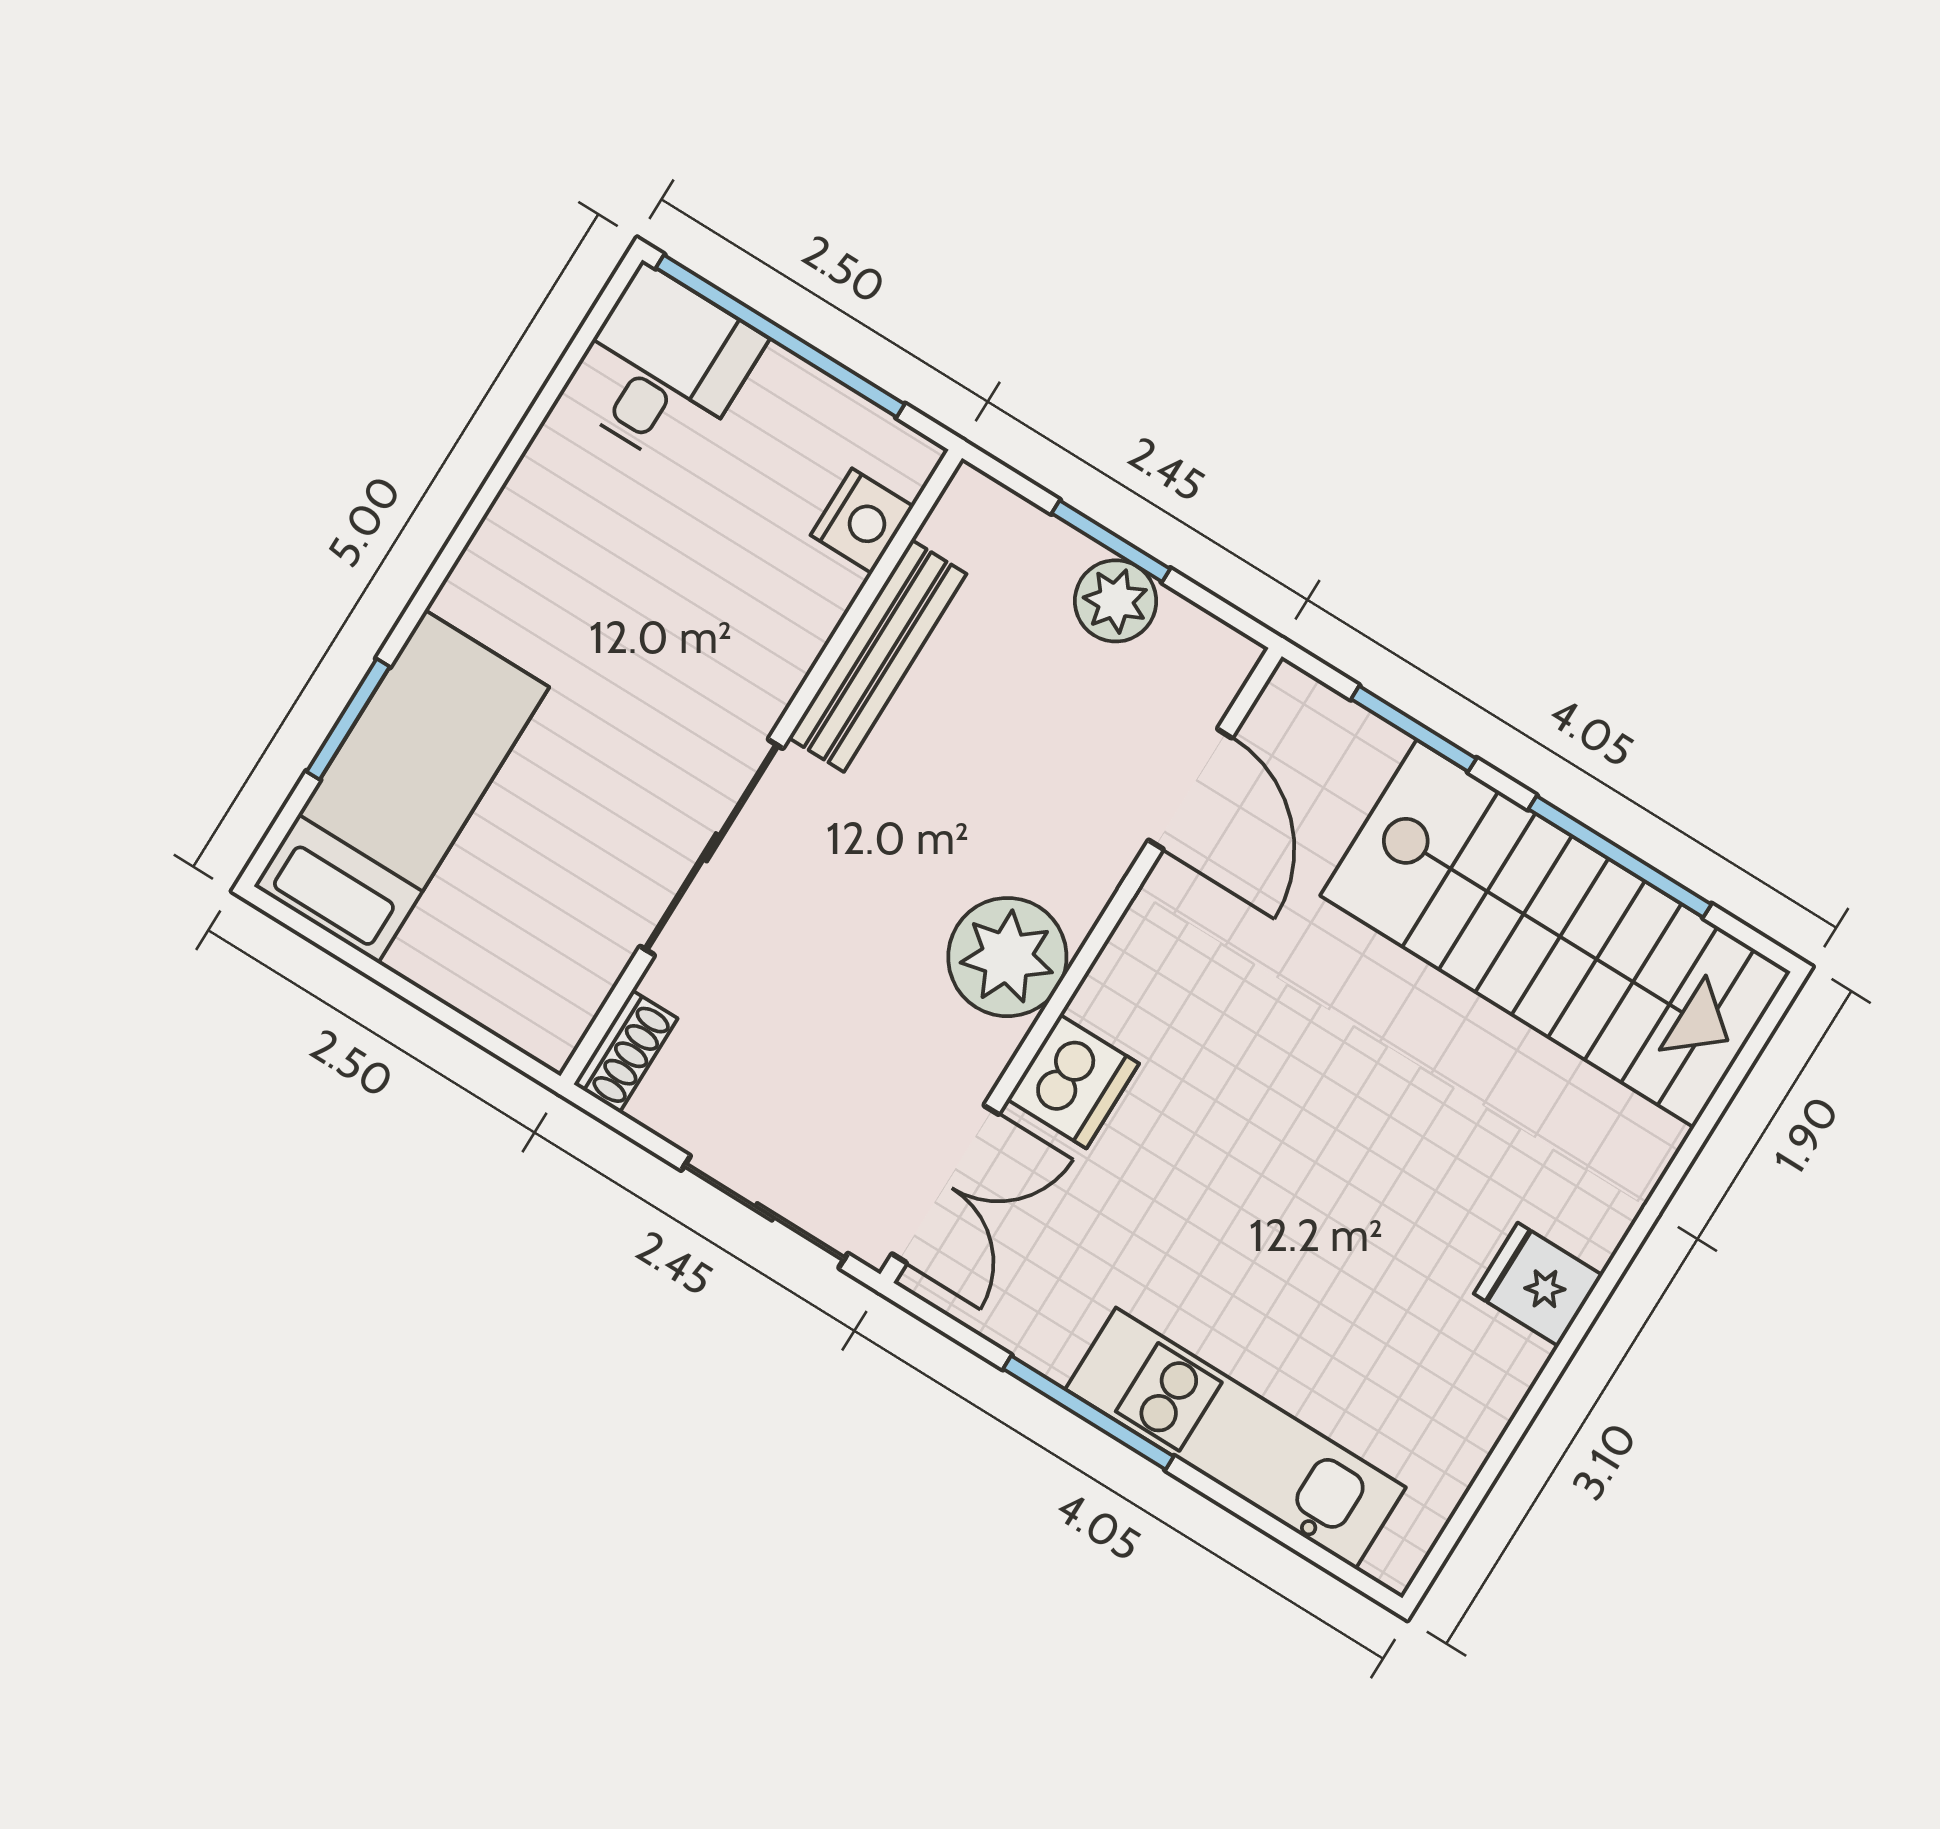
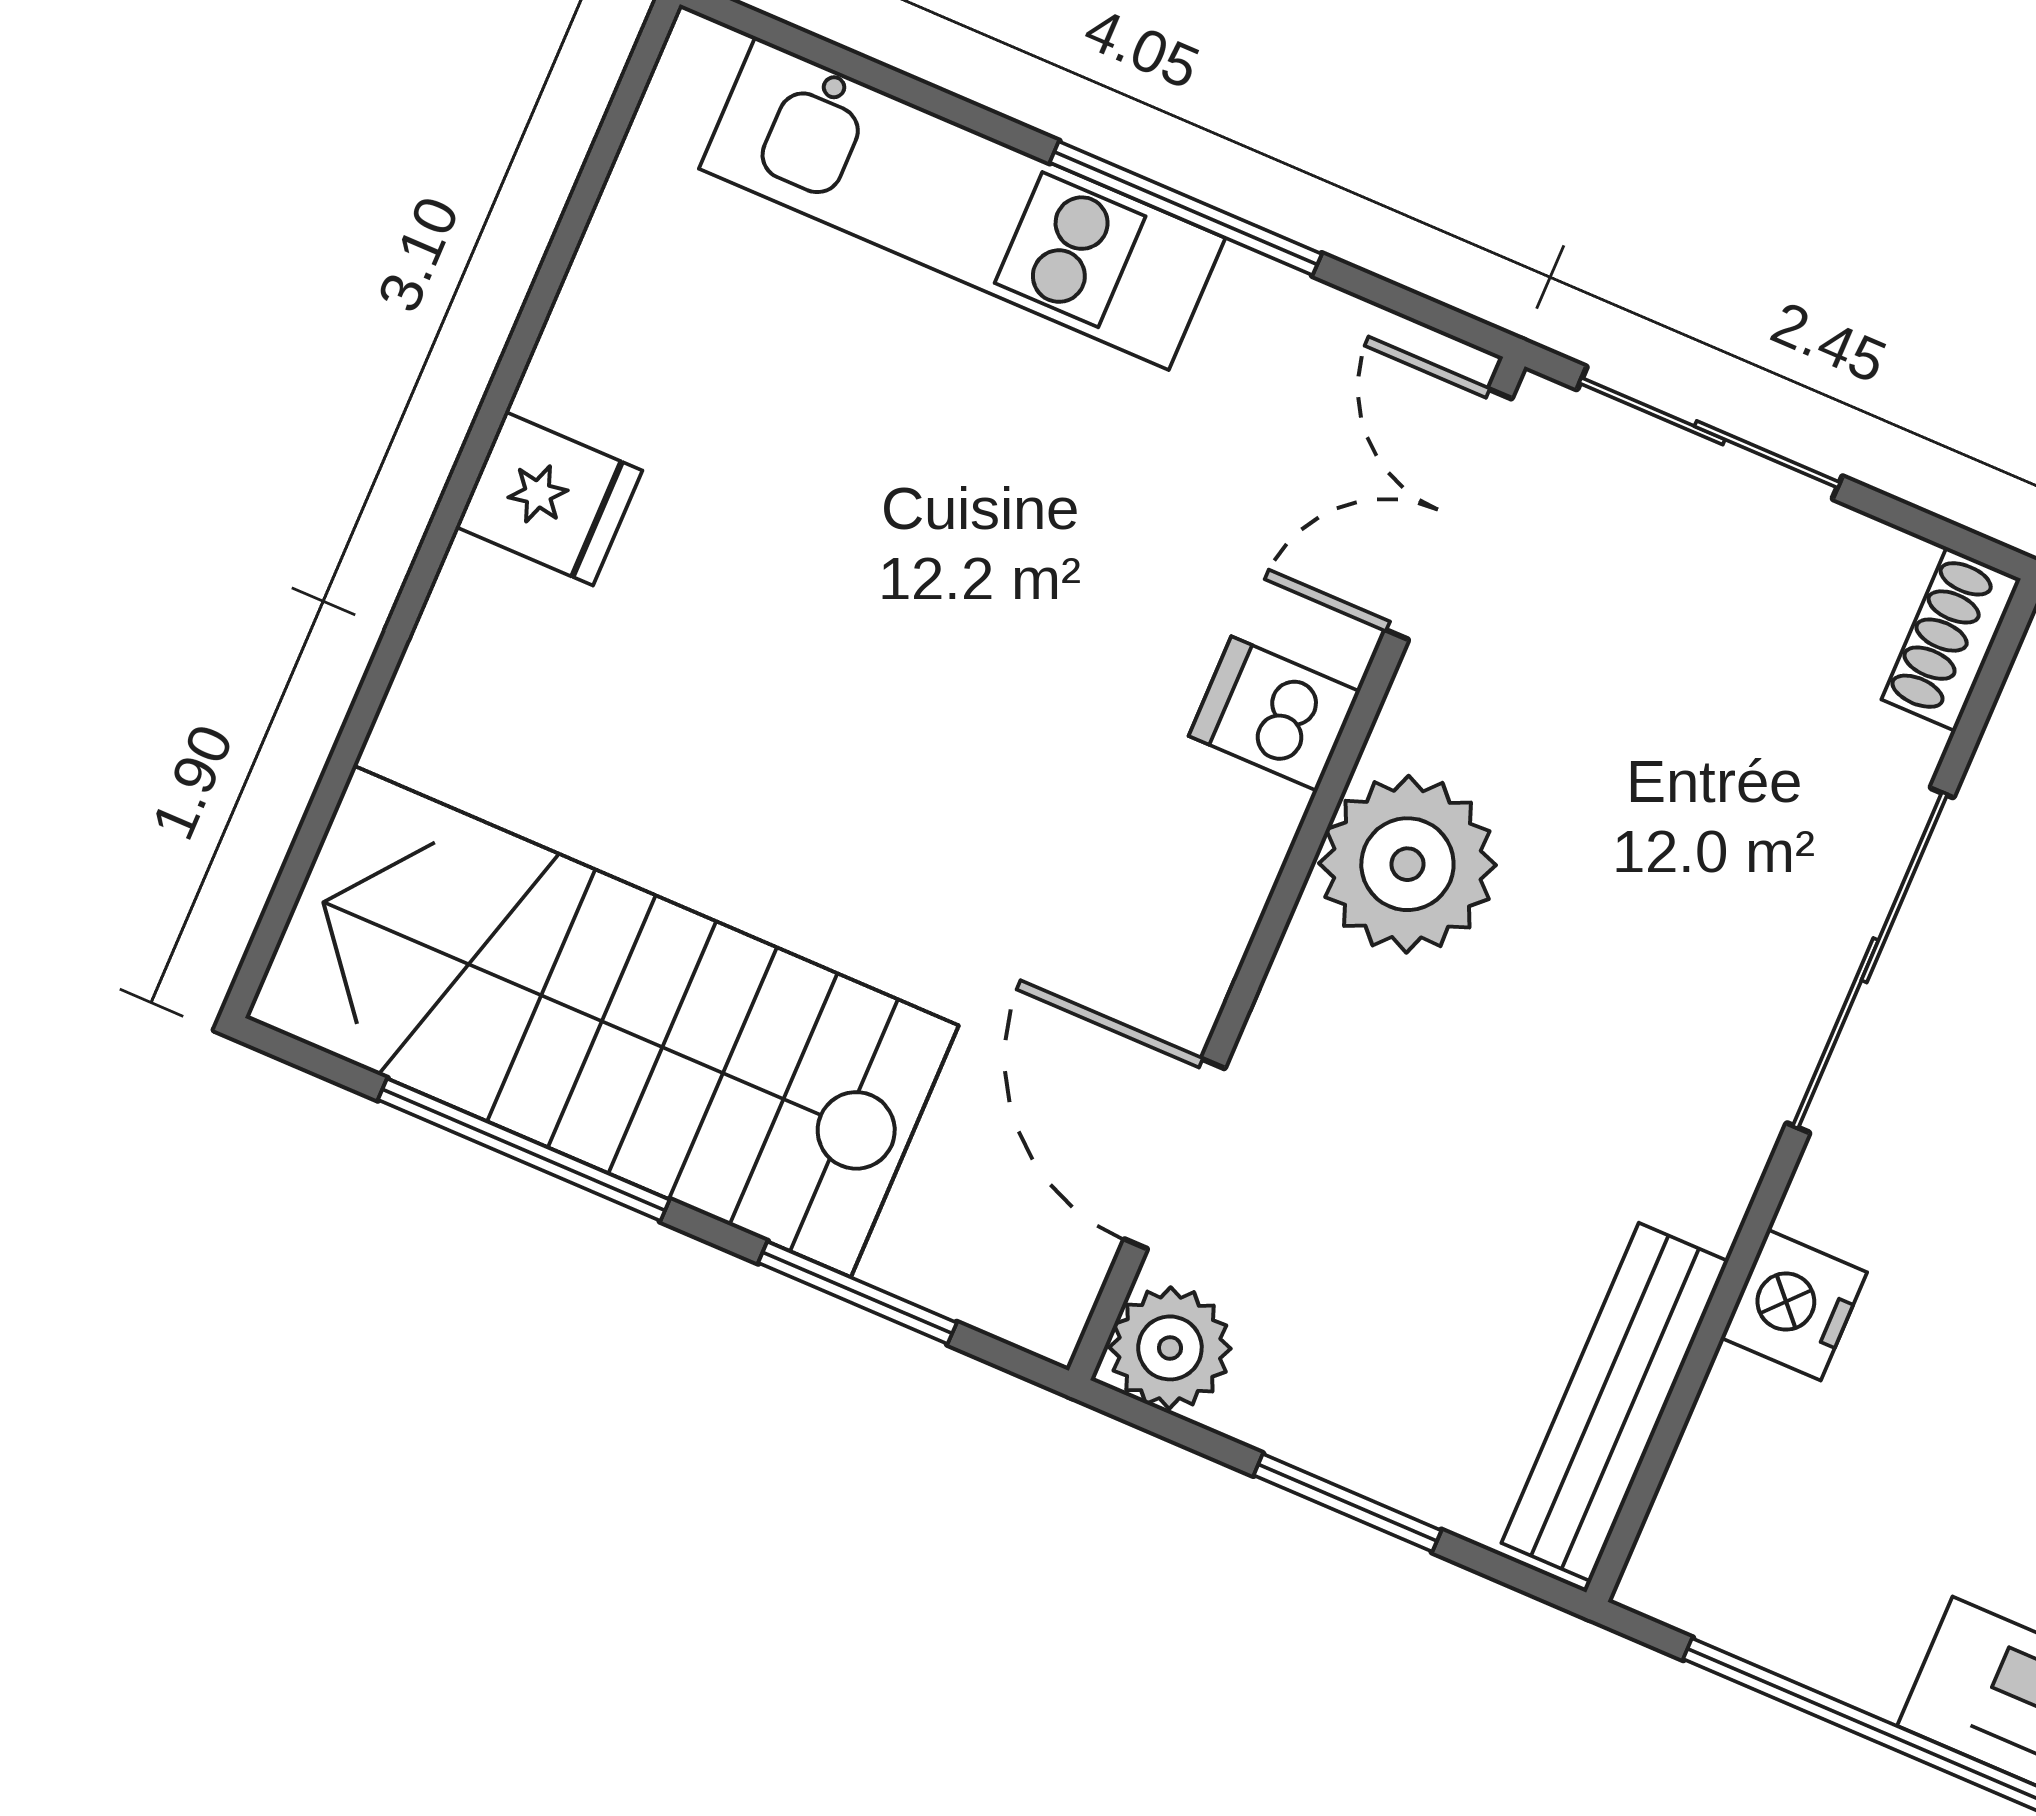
nightstand: (862, 521) -> (1794, 1305), moved
plant: (1116, 601) -> (1170, 1348), moved
bench: (878, 656) -> (1615, 1402), moved
dishwasher: (1073, 1081) -> (1274, 714), width x0.73

